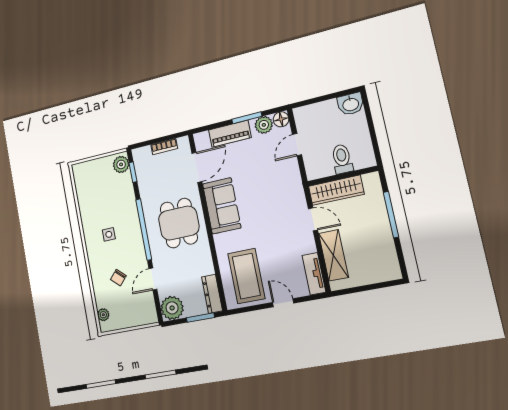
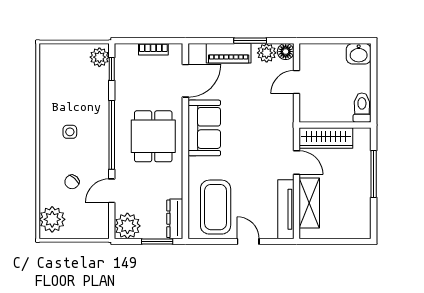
toilet: (342, 159) -> (362, 108), moved
tv unit: (314, 274) -> (286, 209), width x1.41
plant: (103, 315) -> (52, 219), width x1.88, depth x1.88

